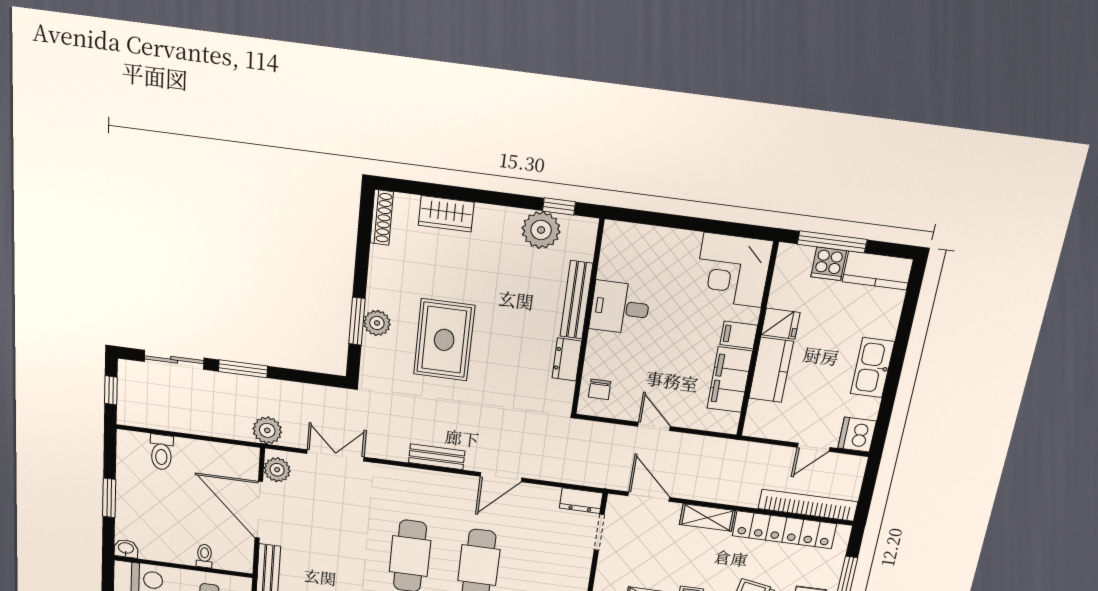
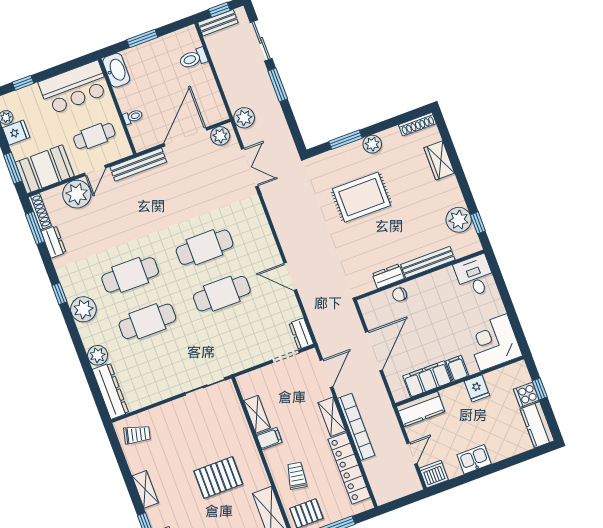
window: (832, 242) -> (540, 389), width x0.46
desk: (620, 308) -> (475, 276), moved
plant: (377, 323) -> (372, 144), moved
kitchen sink: (872, 368) -> (474, 459), width x0.73
kitchen counter: (771, 370) -> (421, 409), moved
chair: (600, 389) -> (400, 294), moved
door: (654, 426) -> (374, 351), width x1.88
door: (814, 447) -> (412, 453), swing flipped
bench: (437, 457) -> (218, 23), moved, turned 90
bookcase: (808, 505) -> (356, 427), moved
washbasin: (126, 549) -> (116, 70), width x1.91, depth x1.45

